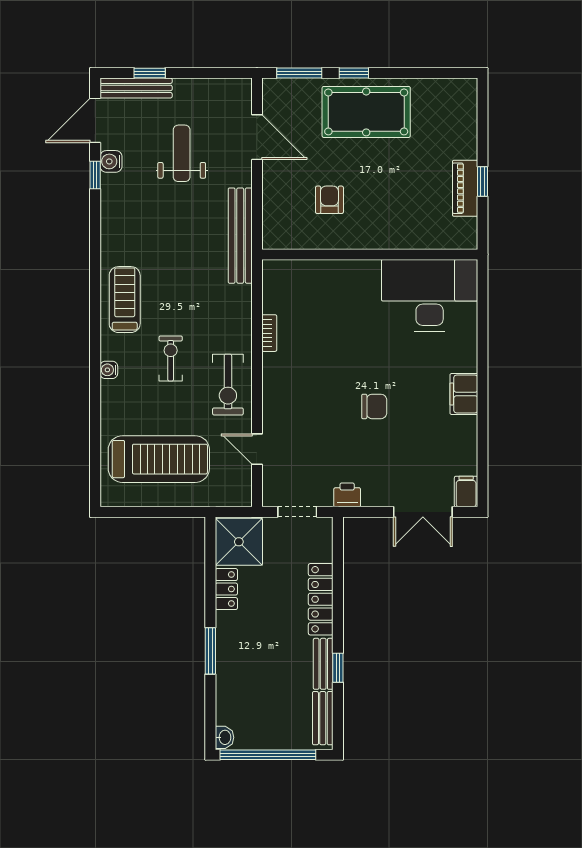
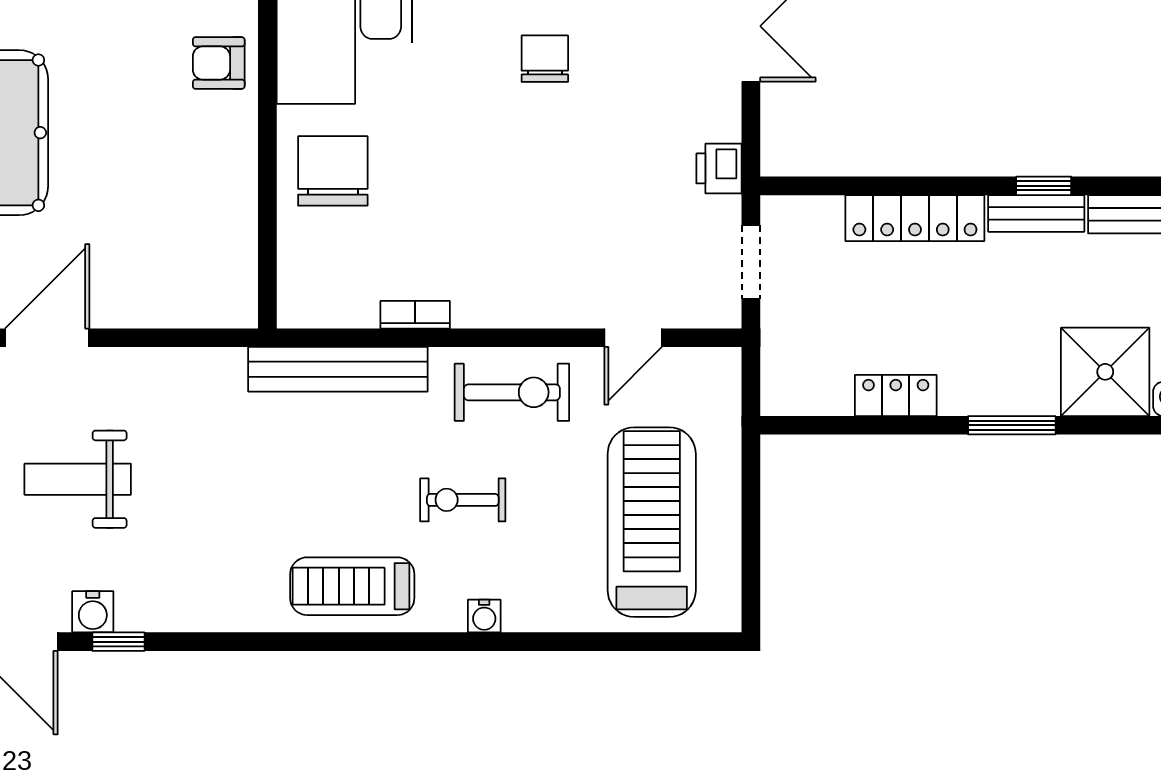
armchair: (329, 200) -> (219, 63), moved
bench: (240, 236) -> (338, 369), moved
chair: (346, 289) -> (333, 171), added
chair: (374, 406) -> (545, 59), moved
shower: (239, 542) -> (1105, 372), moved

